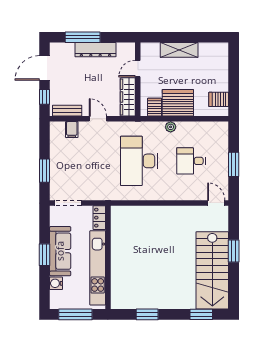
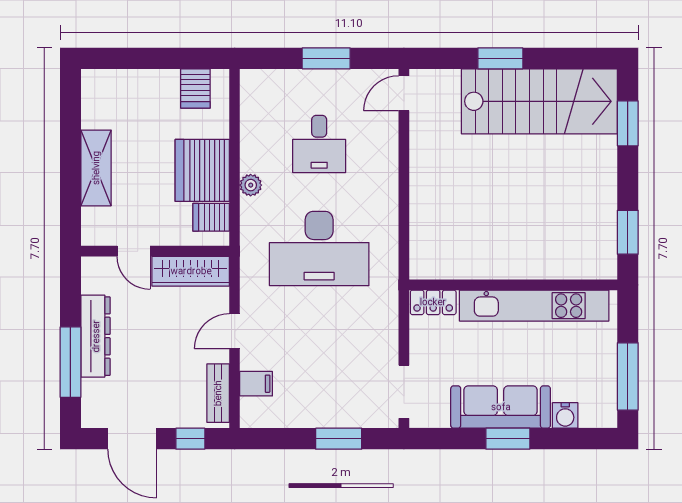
locker: (99, 218) -> (433, 302), moved
wall: (108, 257) -> (513, 285), moved
kitchen unit: (98, 268) -> (534, 306), moved

